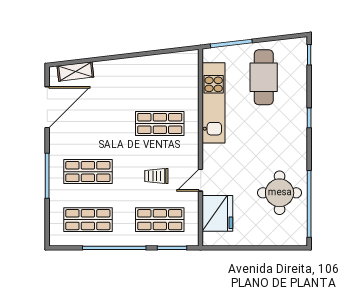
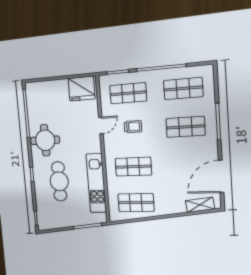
shop shelf: (160, 75) -> (136, 203), added
cafe table: (264, 77) -> (59, 181), moved
round table: (280, 193) -> (45, 140), moved
fridge: (217, 213) -> (82, 89), moved, turned -90

